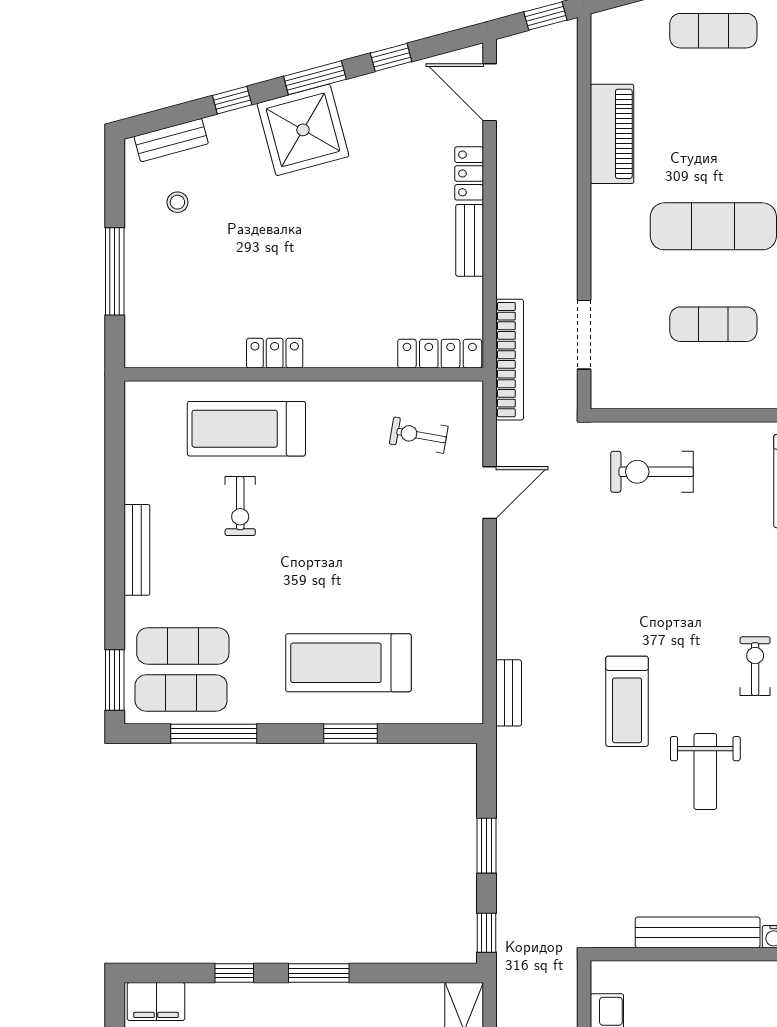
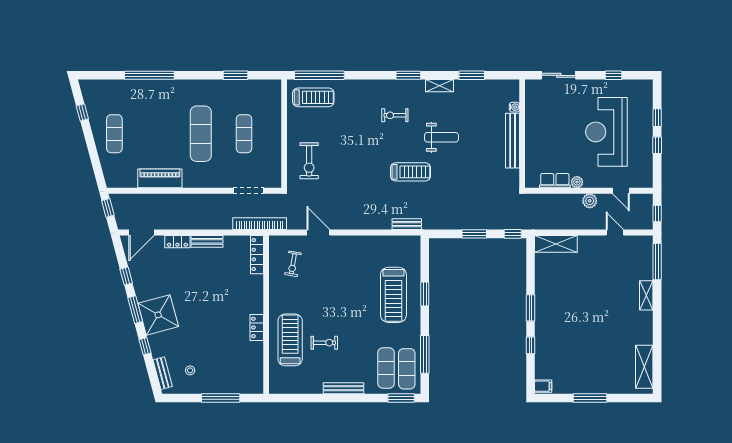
treadmill: (246, 429) -> (290, 340), turned 180
filing cabinet: (156, 1002) -> (543, 386), width x0.50

